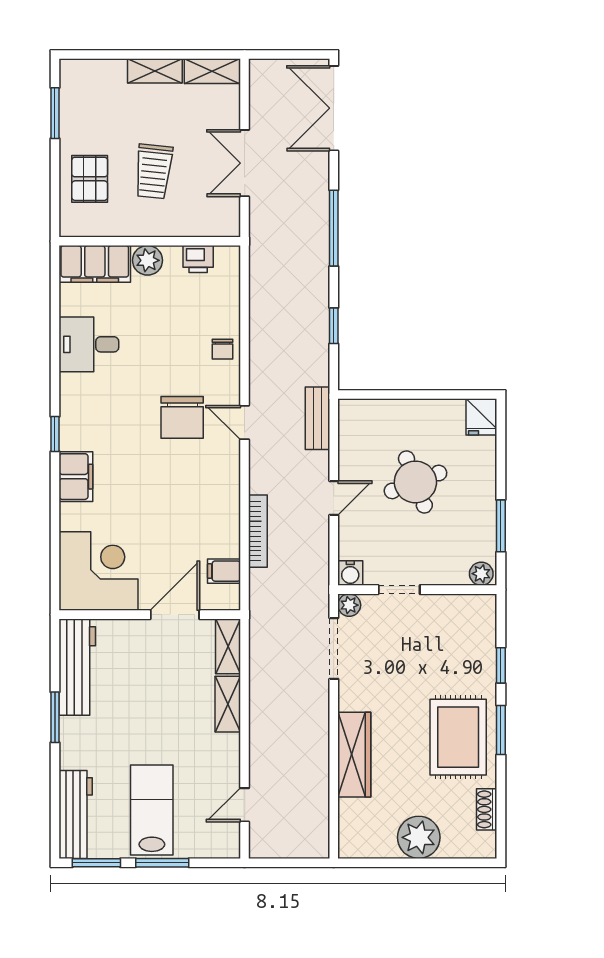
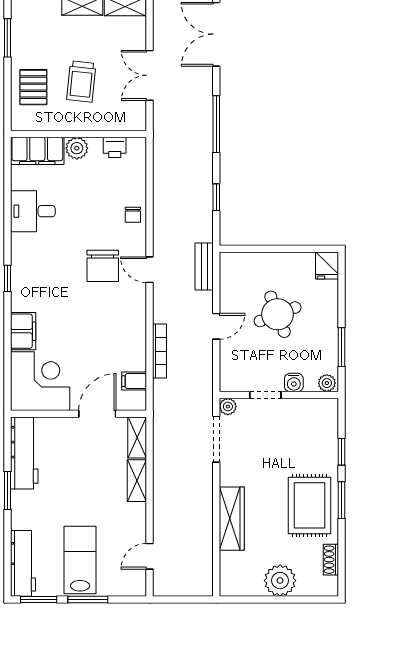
filing cabinet: (76, 477) -> (23, 331), moved
water cooler: (350, 573) -> (294, 382), moved

